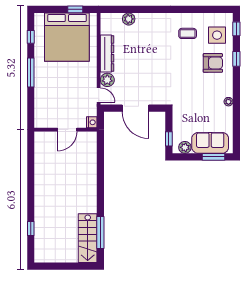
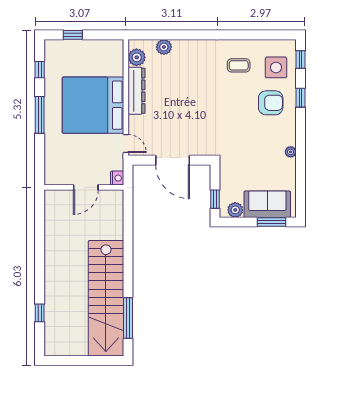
window: (75, 9) -> (73, 35), moved
bed: (67, 37) -> (93, 105), moved, turned 90
plant: (107, 80) -> (137, 57), moved
stairs: (88, 238) -> (106, 298), width x1.86, depth x1.51

